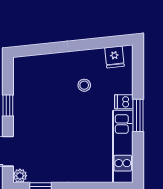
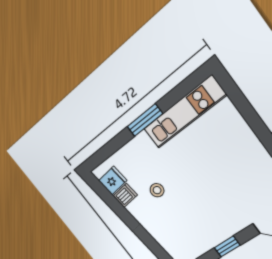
dishwasher: (124, 102) -> (125, 195), moved, turned -96

